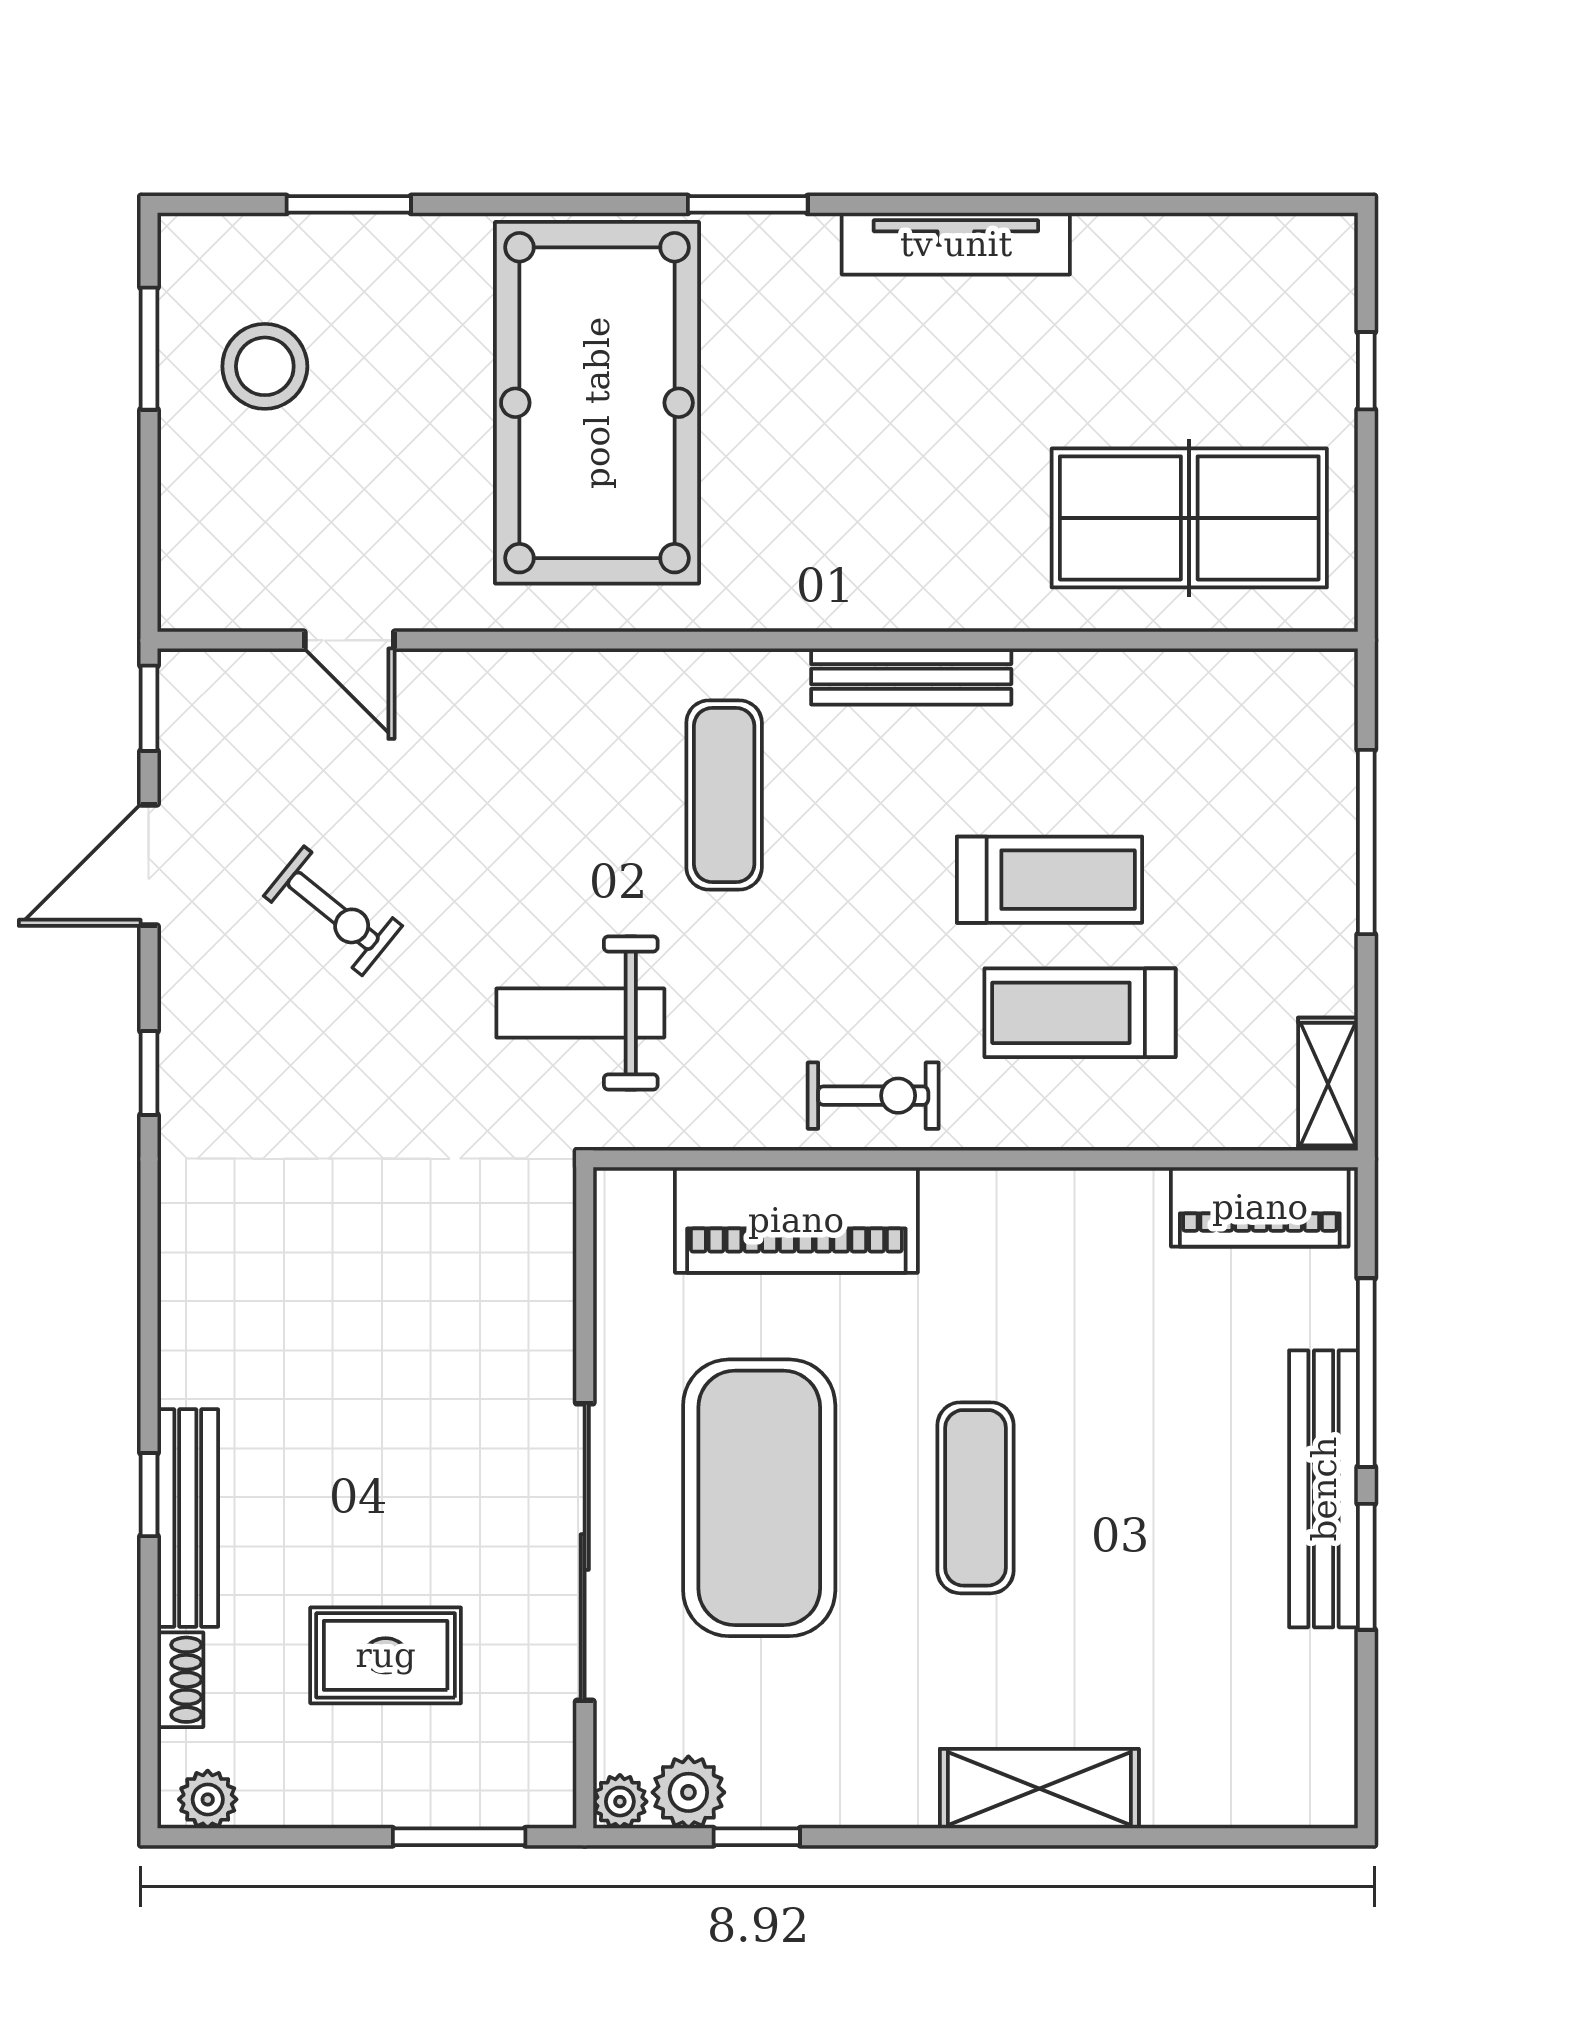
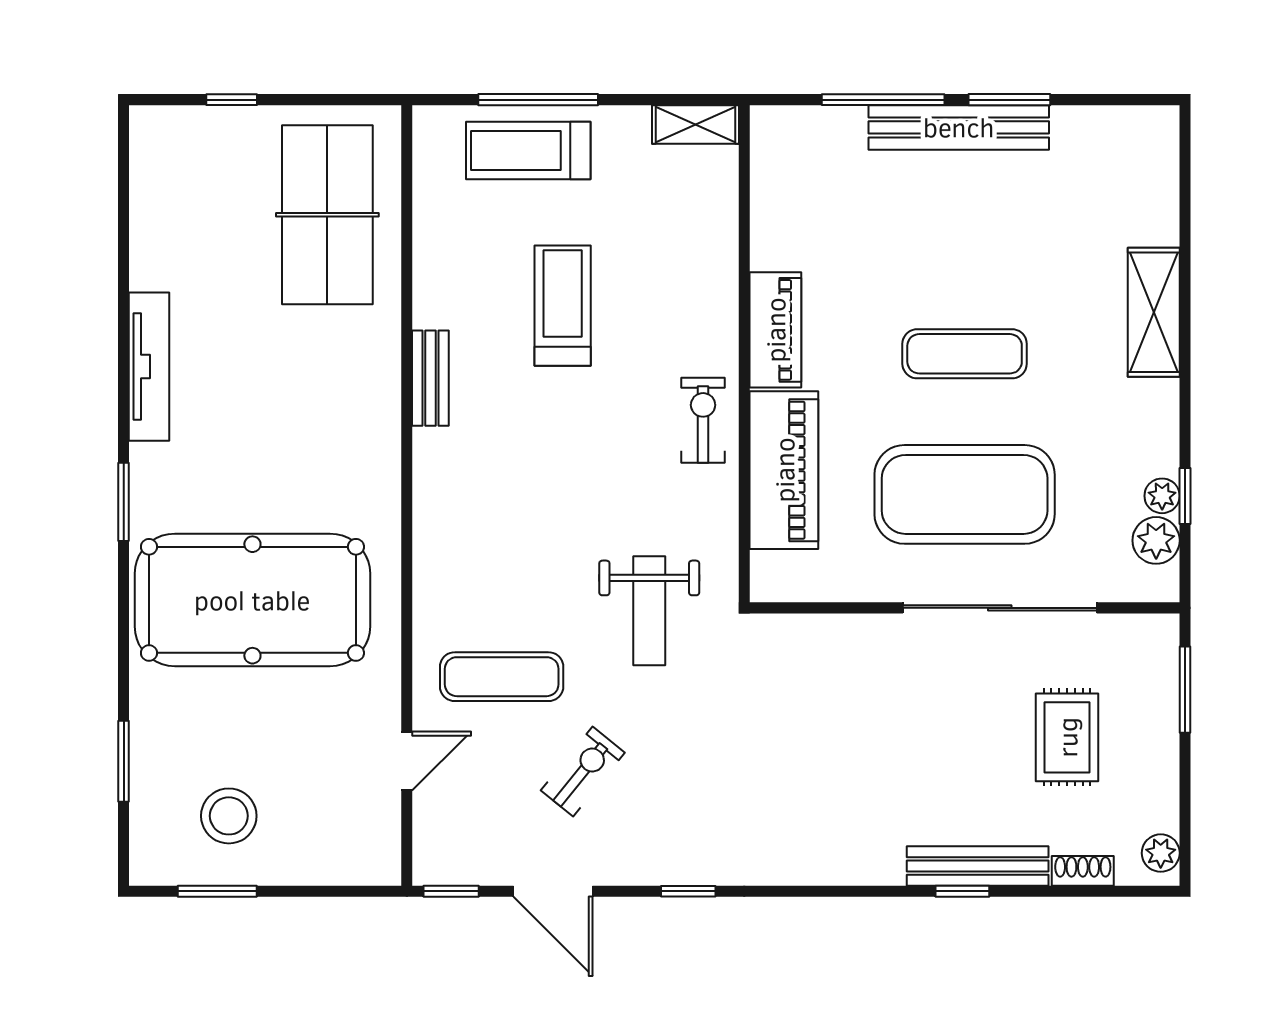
bench: (911, 677) -> (430, 378), width x0.73
exercise mat: (724, 795) -> (502, 677), moved
treadmill: (1080, 1013) -> (528, 150), moved, turned 90
piano: (1260, 1207) -> (775, 330), moved
plant: (620, 1802) -> (1162, 496), moved

